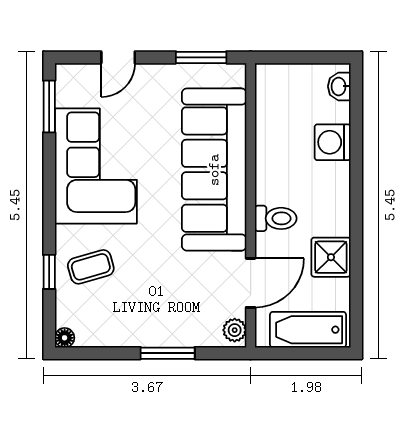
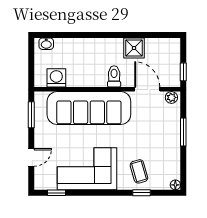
door: (118, 57) -> (31, 157), hinge flipped
window: (49, 107) -> (57, 193), width x0.67
washing machine: (333, 142) -> (56, 78), moved, turned 180
bathtub: (308, 330) -> (171, 60), removed
window: (285, 353) -> (183, 72), added

